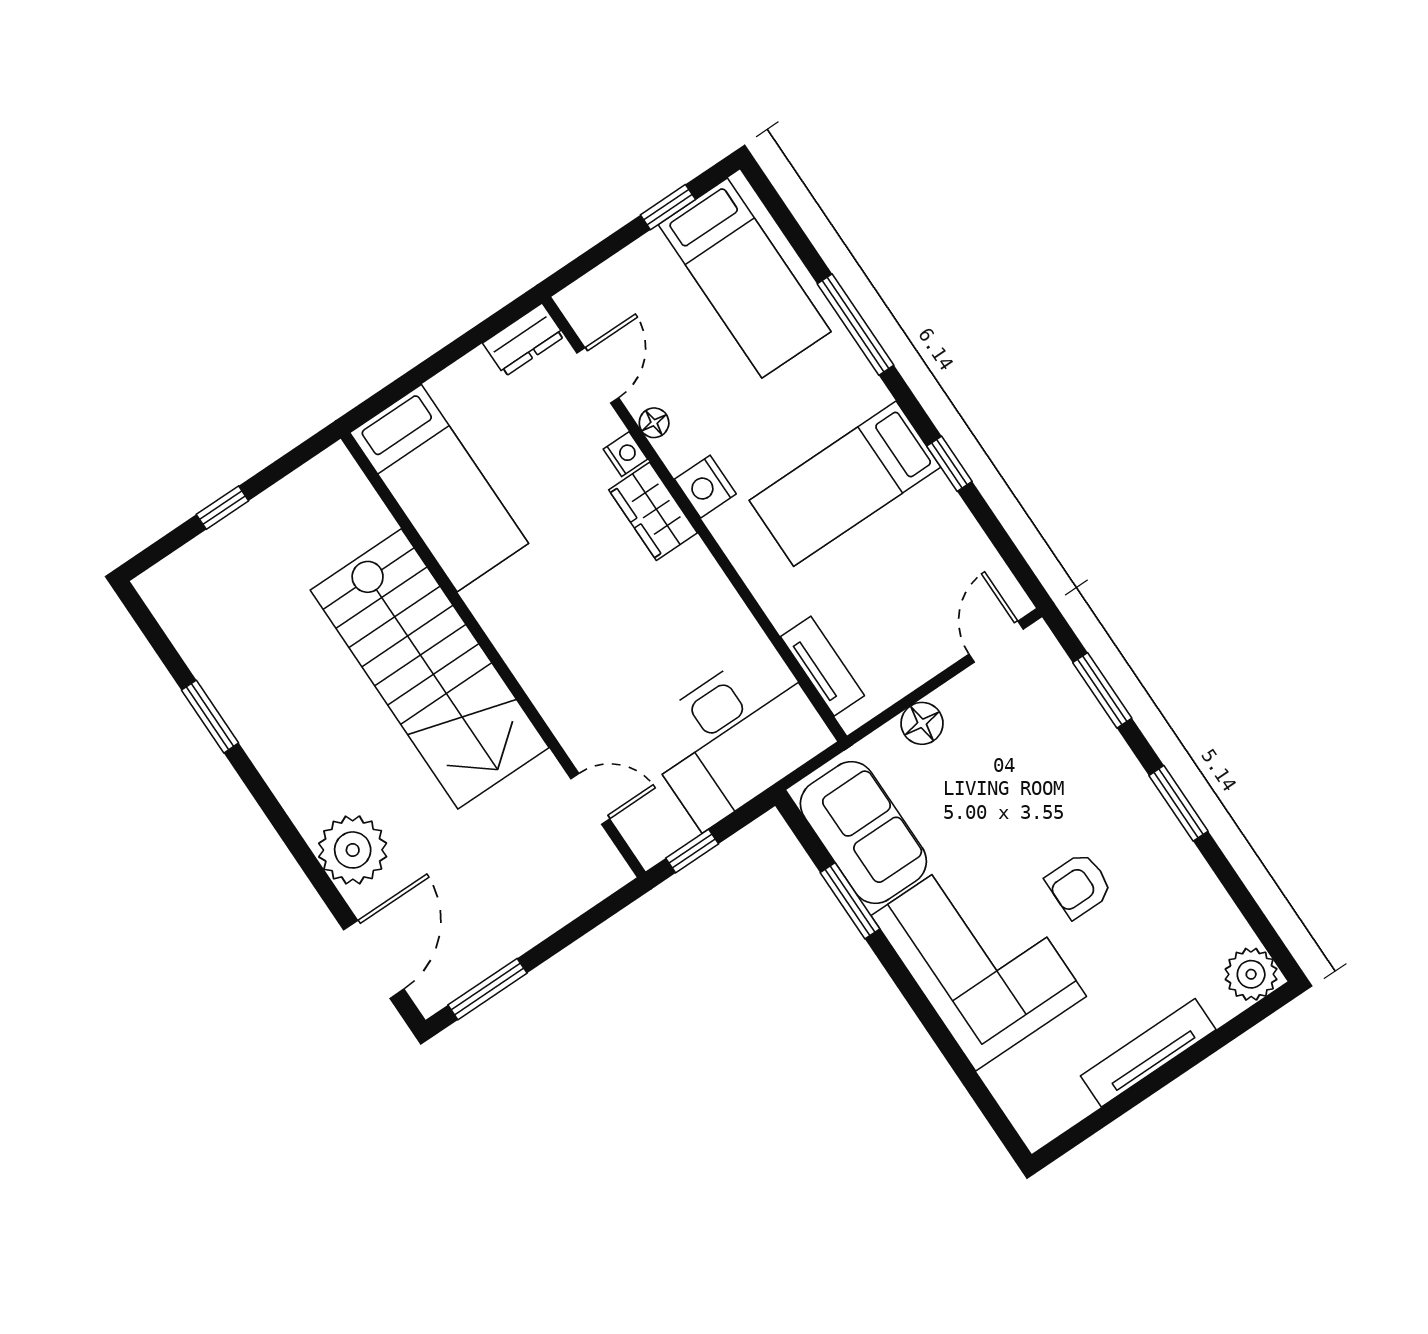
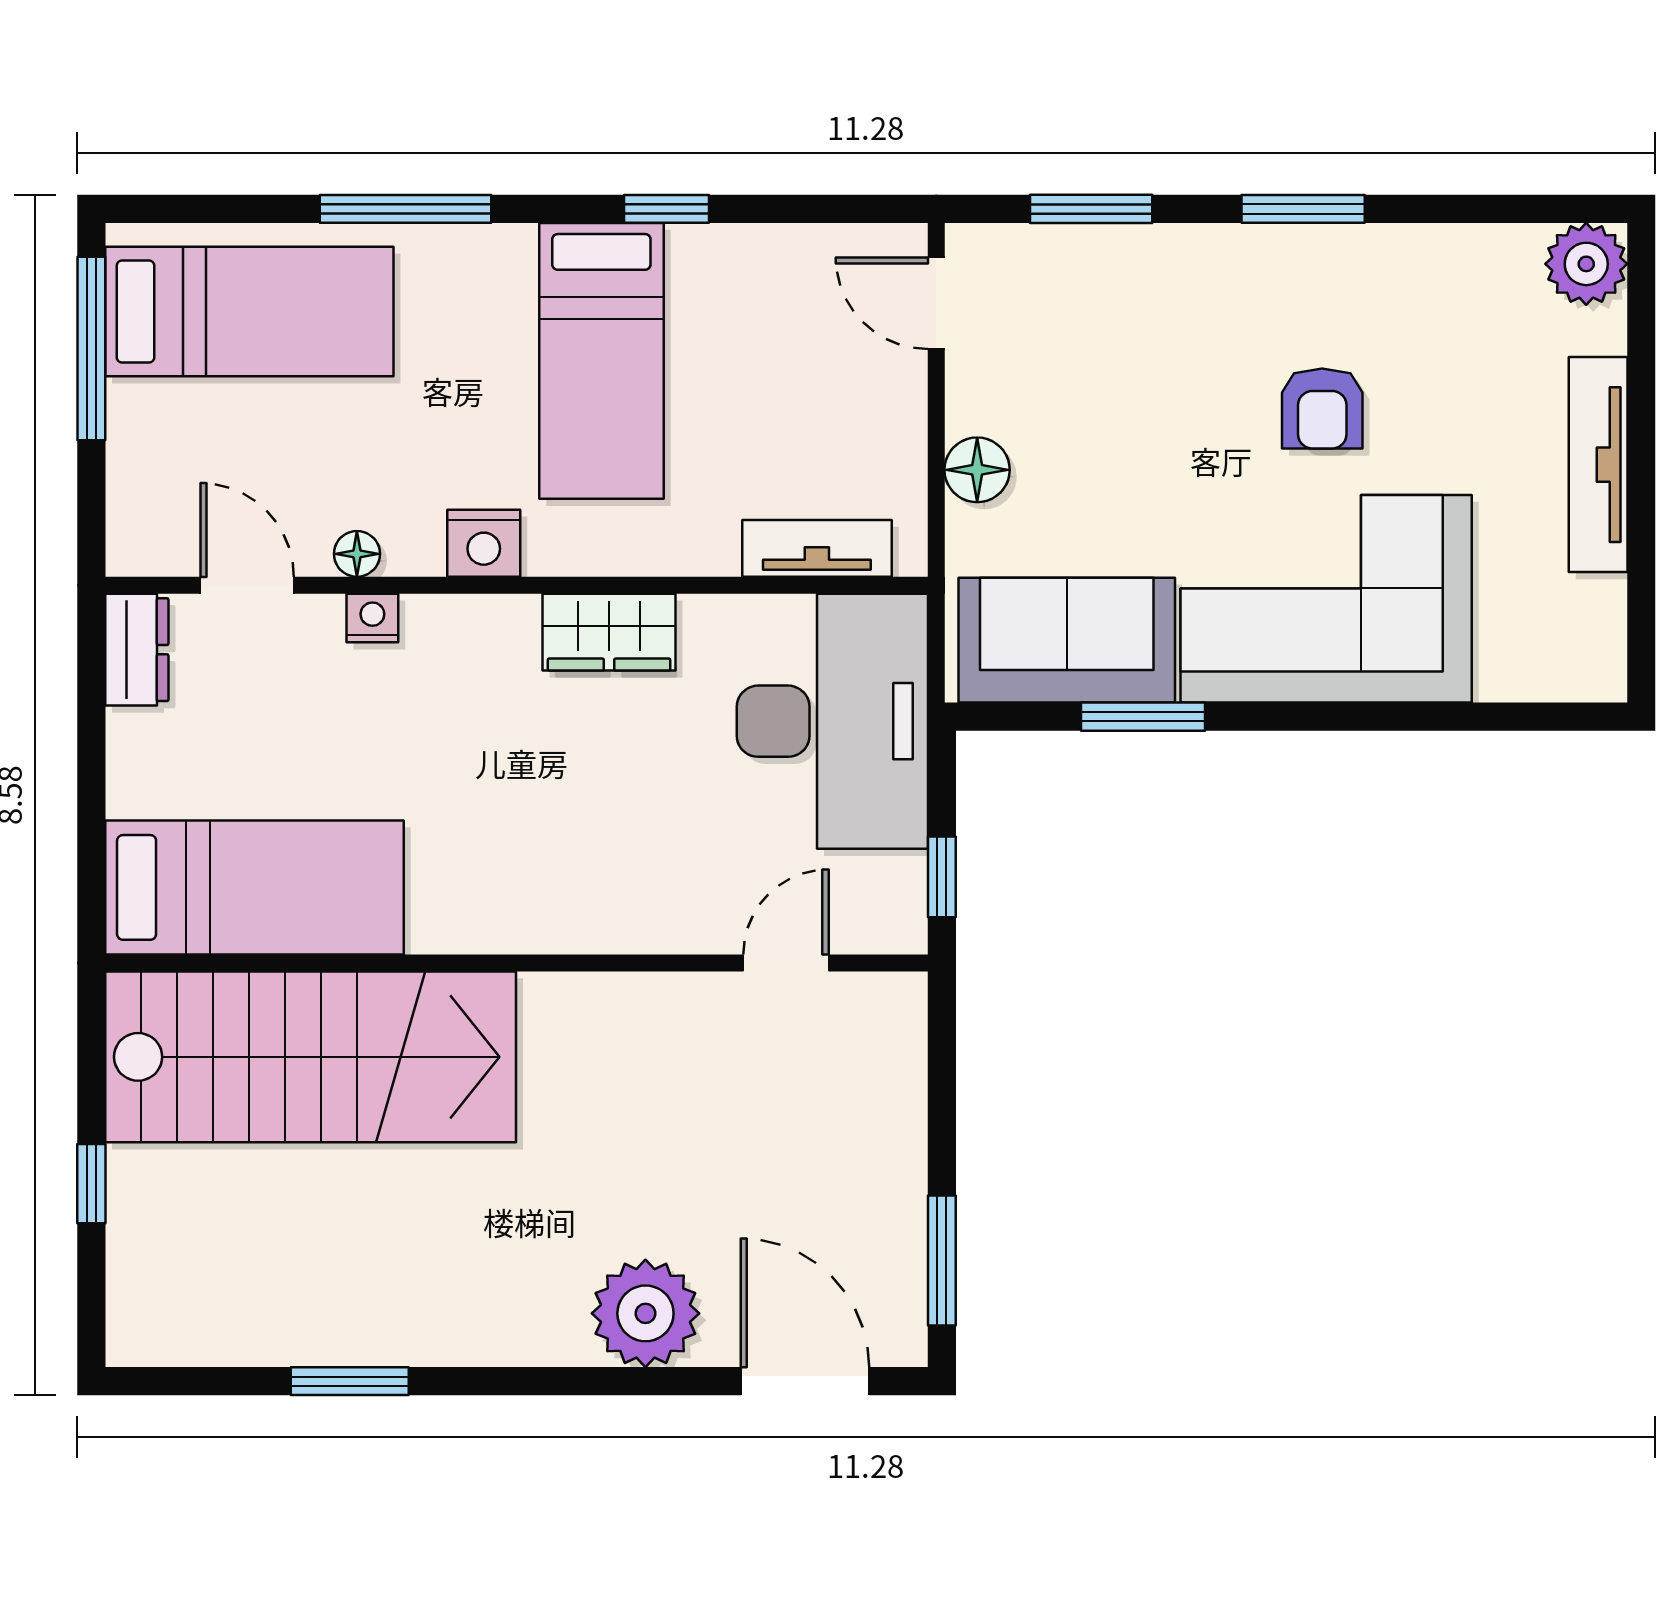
window: (668, 207) -> (91, 349), width x2.17
wardrobe: (653, 511) -> (609, 632), moved
stairs: (430, 669) -> (311, 1057), moved

